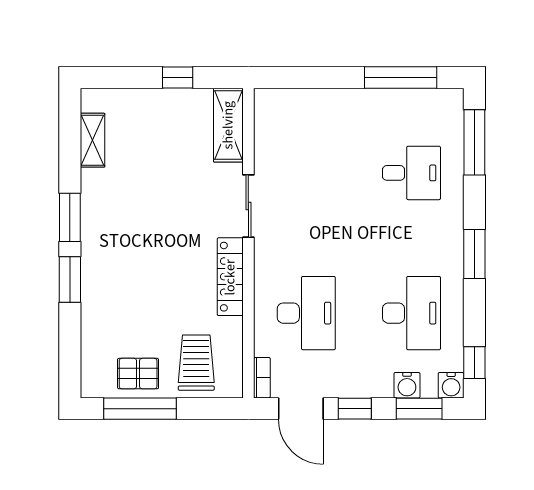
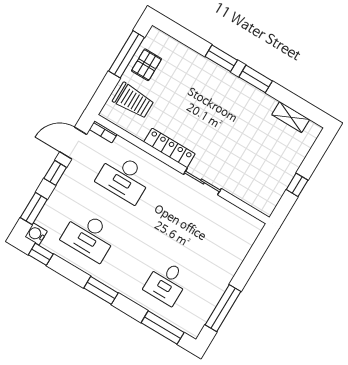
shelving: (228, 125) -> (254, 197), removed
water cooler: (407, 385) -> (51, 210), removed

